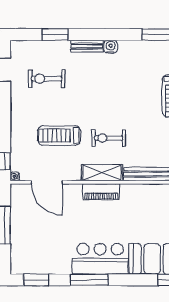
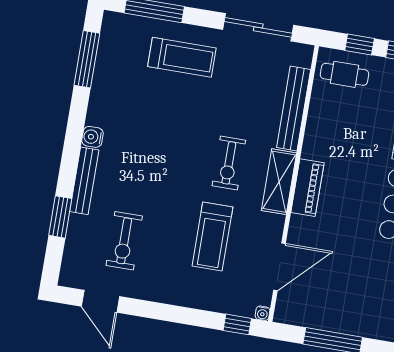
bench: (87, 46) -> (84, 181), width x1.36

